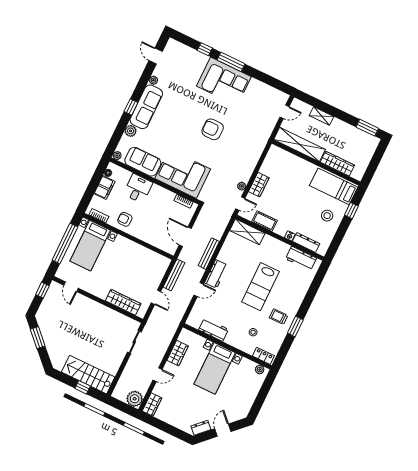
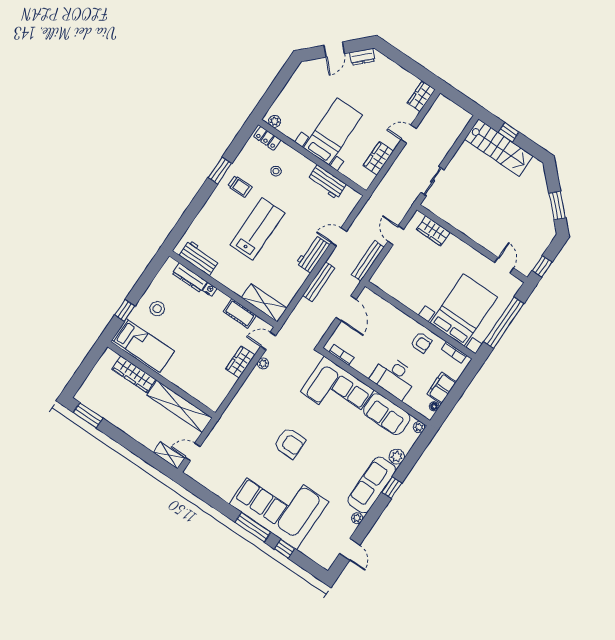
corner sofa: (224, 81) -> (279, 503), width x1.36, depth x1.36
shelving: (321, 116) -> (169, 455), moved
desk: (138, 188) -> (394, 377), width x1.37
bed with nightstands: (90, 246) -> (464, 310), width x1.36
wardrobe: (123, 302) -> (433, 231), width x0.67
plant: (135, 399) -> (443, 107), removed

